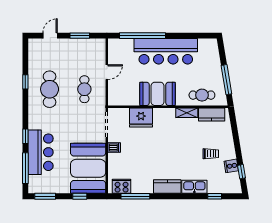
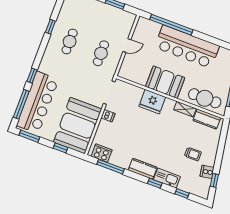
cafe table: (50, 89) -> (70, 41), width x0.73, depth x0.74
cafe table: (202, 95) -> (205, 98), width x1.37, depth x1.35
fridge: (141, 118) -> (152, 102), moved
bar counter: (41, 152) -> (38, 102), width x1.36
window: (184, 196) -> (155, 183), added

